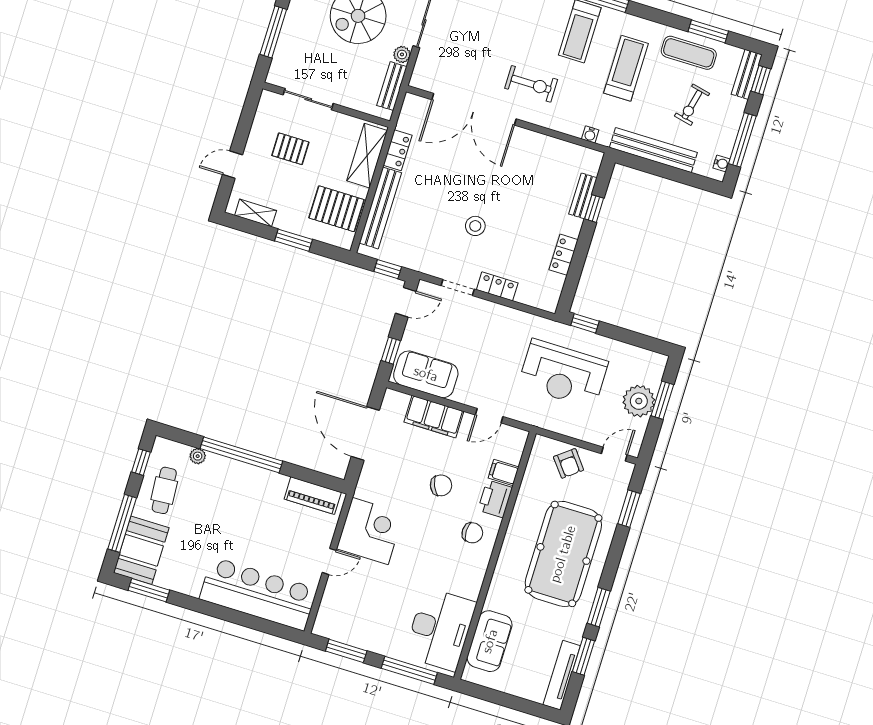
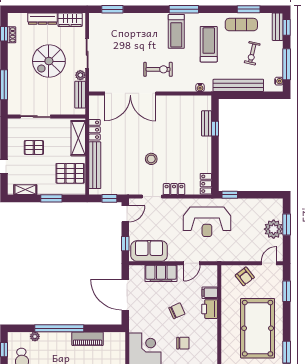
locker: (564, 255) -> (206, 184), moved
reception desk: (563, 374) -> (207, 222), moved
piano: (313, 496) -> (88, 339), moved
chair: (472, 533) -> (183, 343), moved

